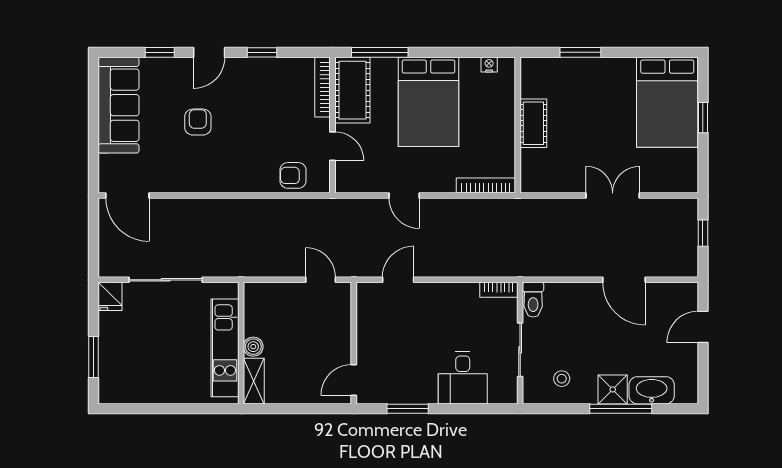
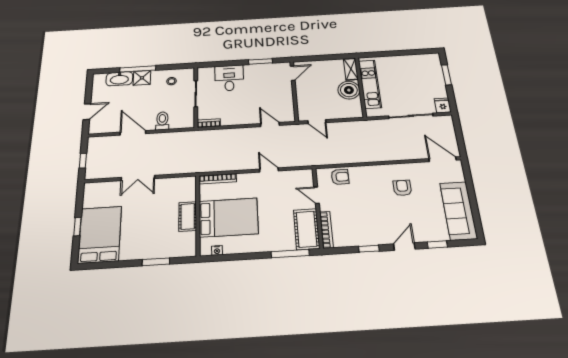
bed: (428, 102) -> (228, 217), moved, turned 90
armchair: (198, 122) -> (402, 188), moved, turned 180
door: (398, 280) -> (270, 125), swing flipped
toilet: (533, 300) -> (162, 121), moved
boiler: (253, 347) -> (349, 90), width x1.86, depth x1.86

